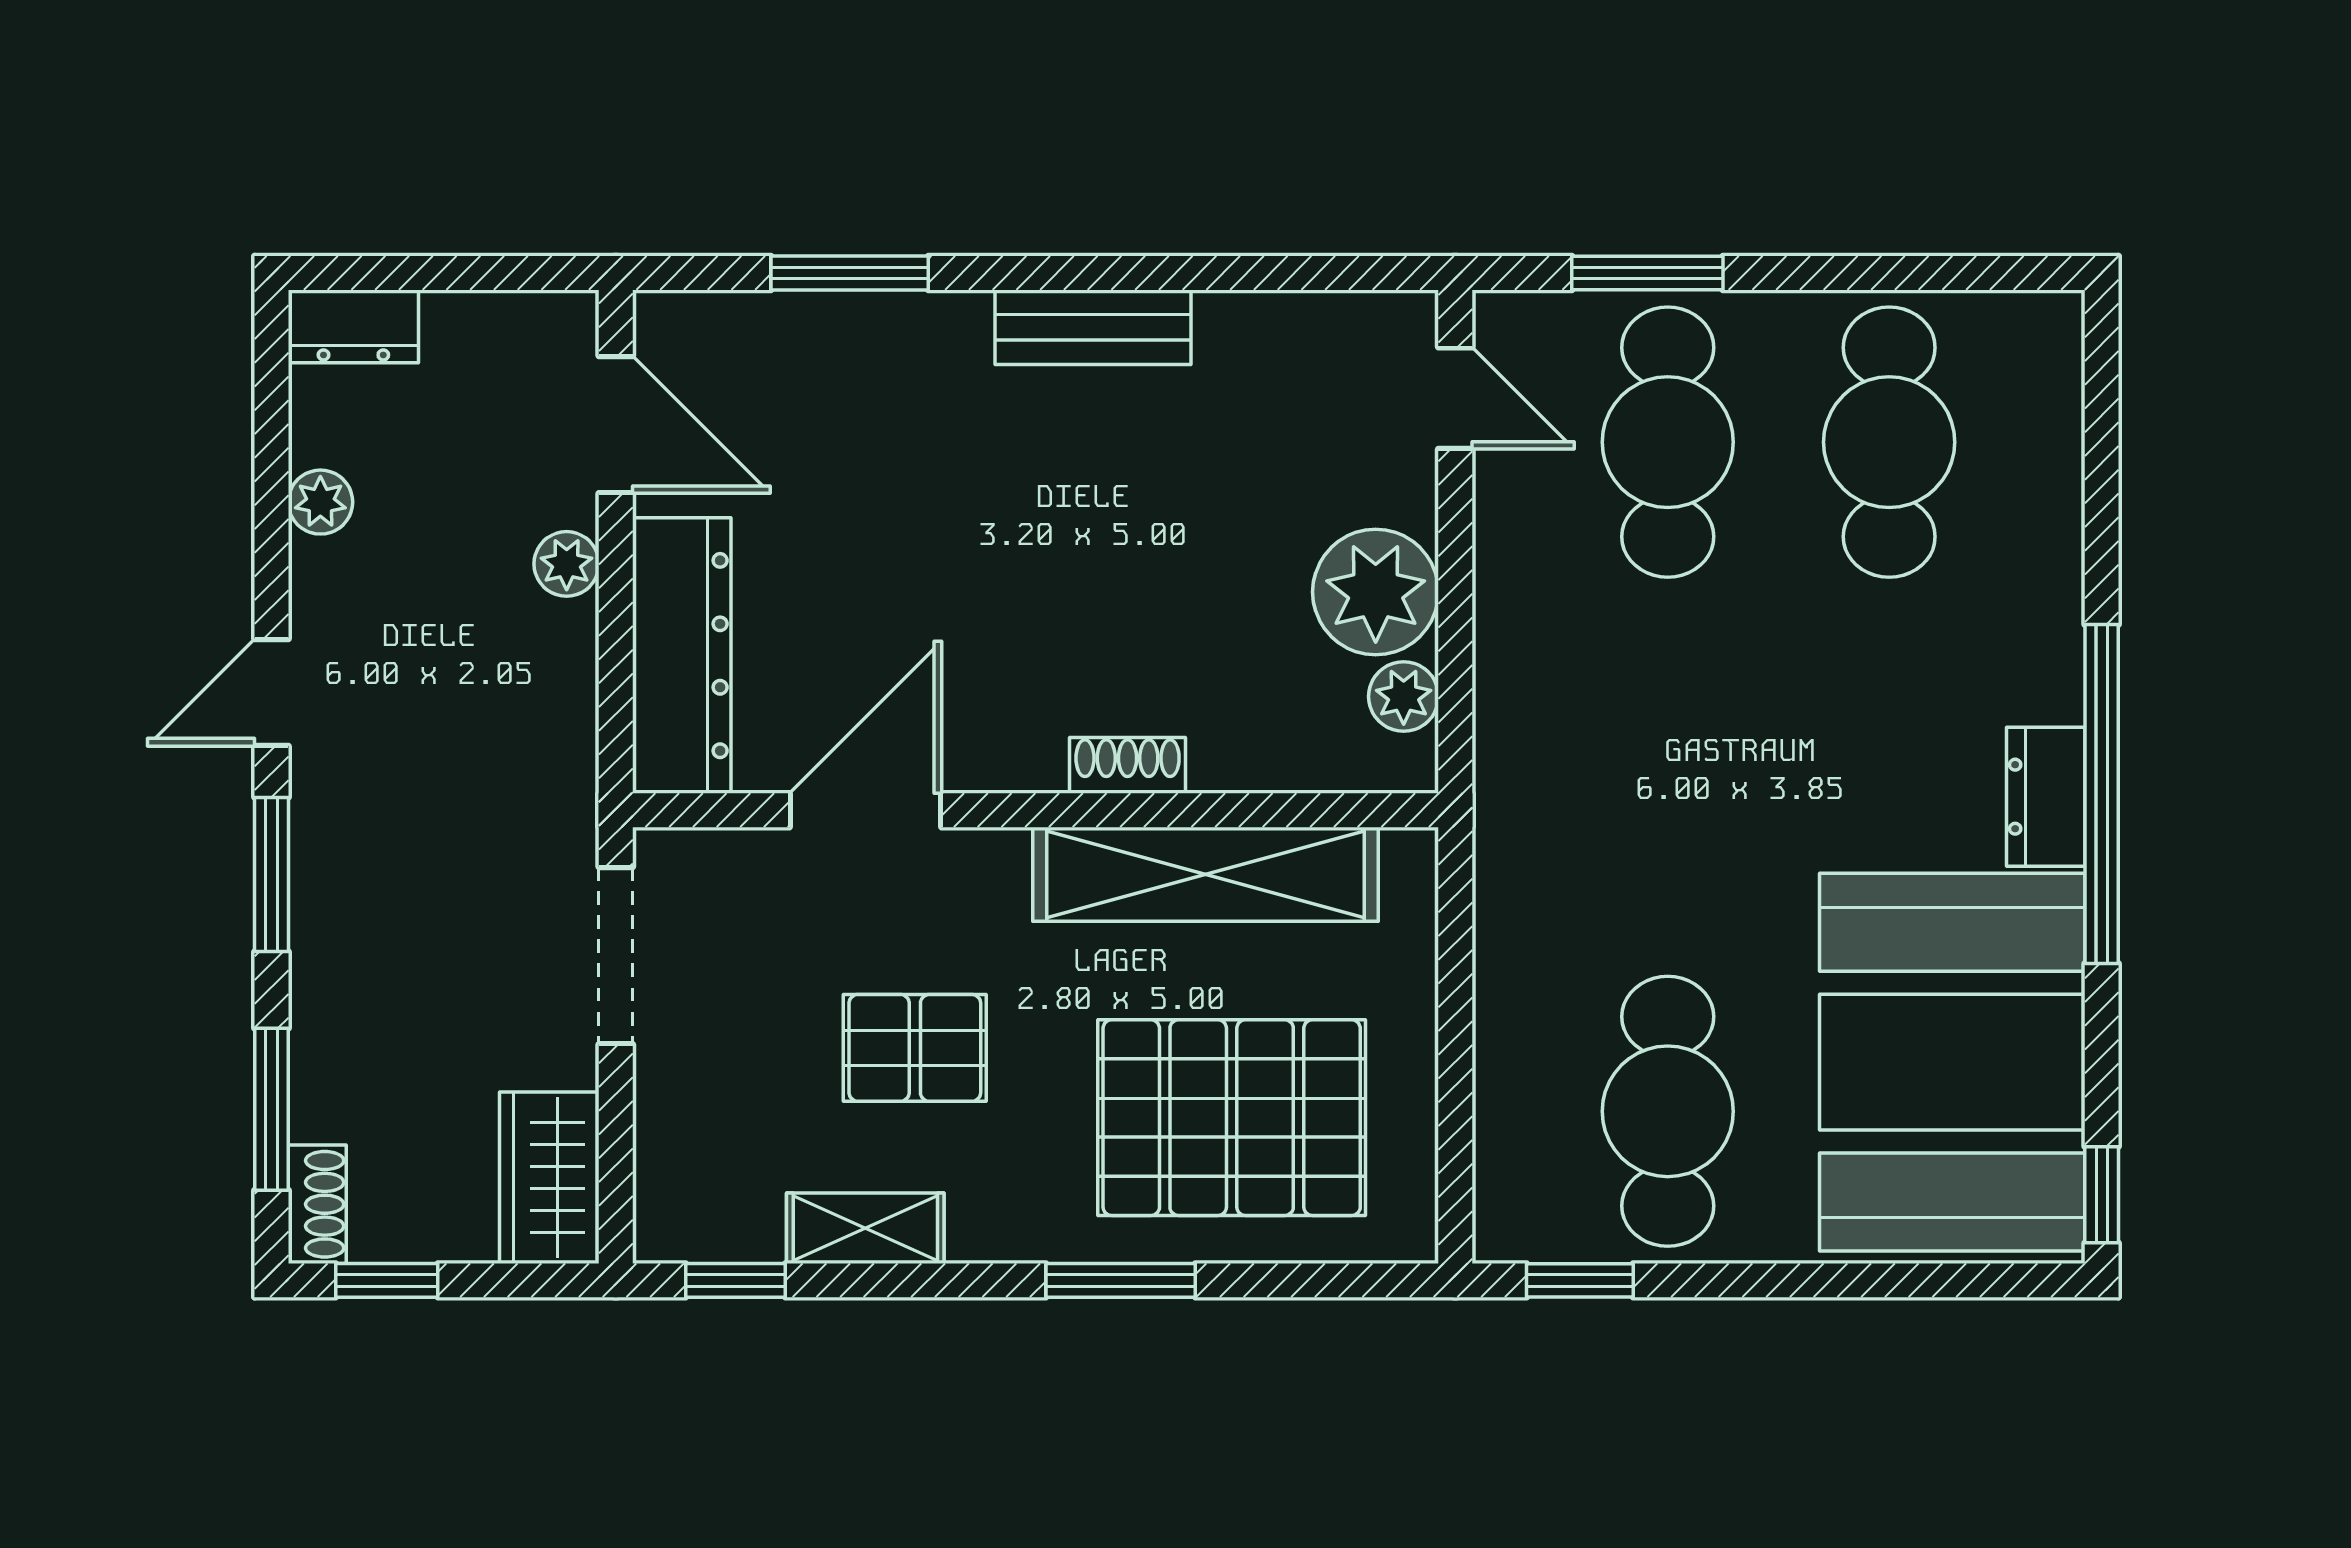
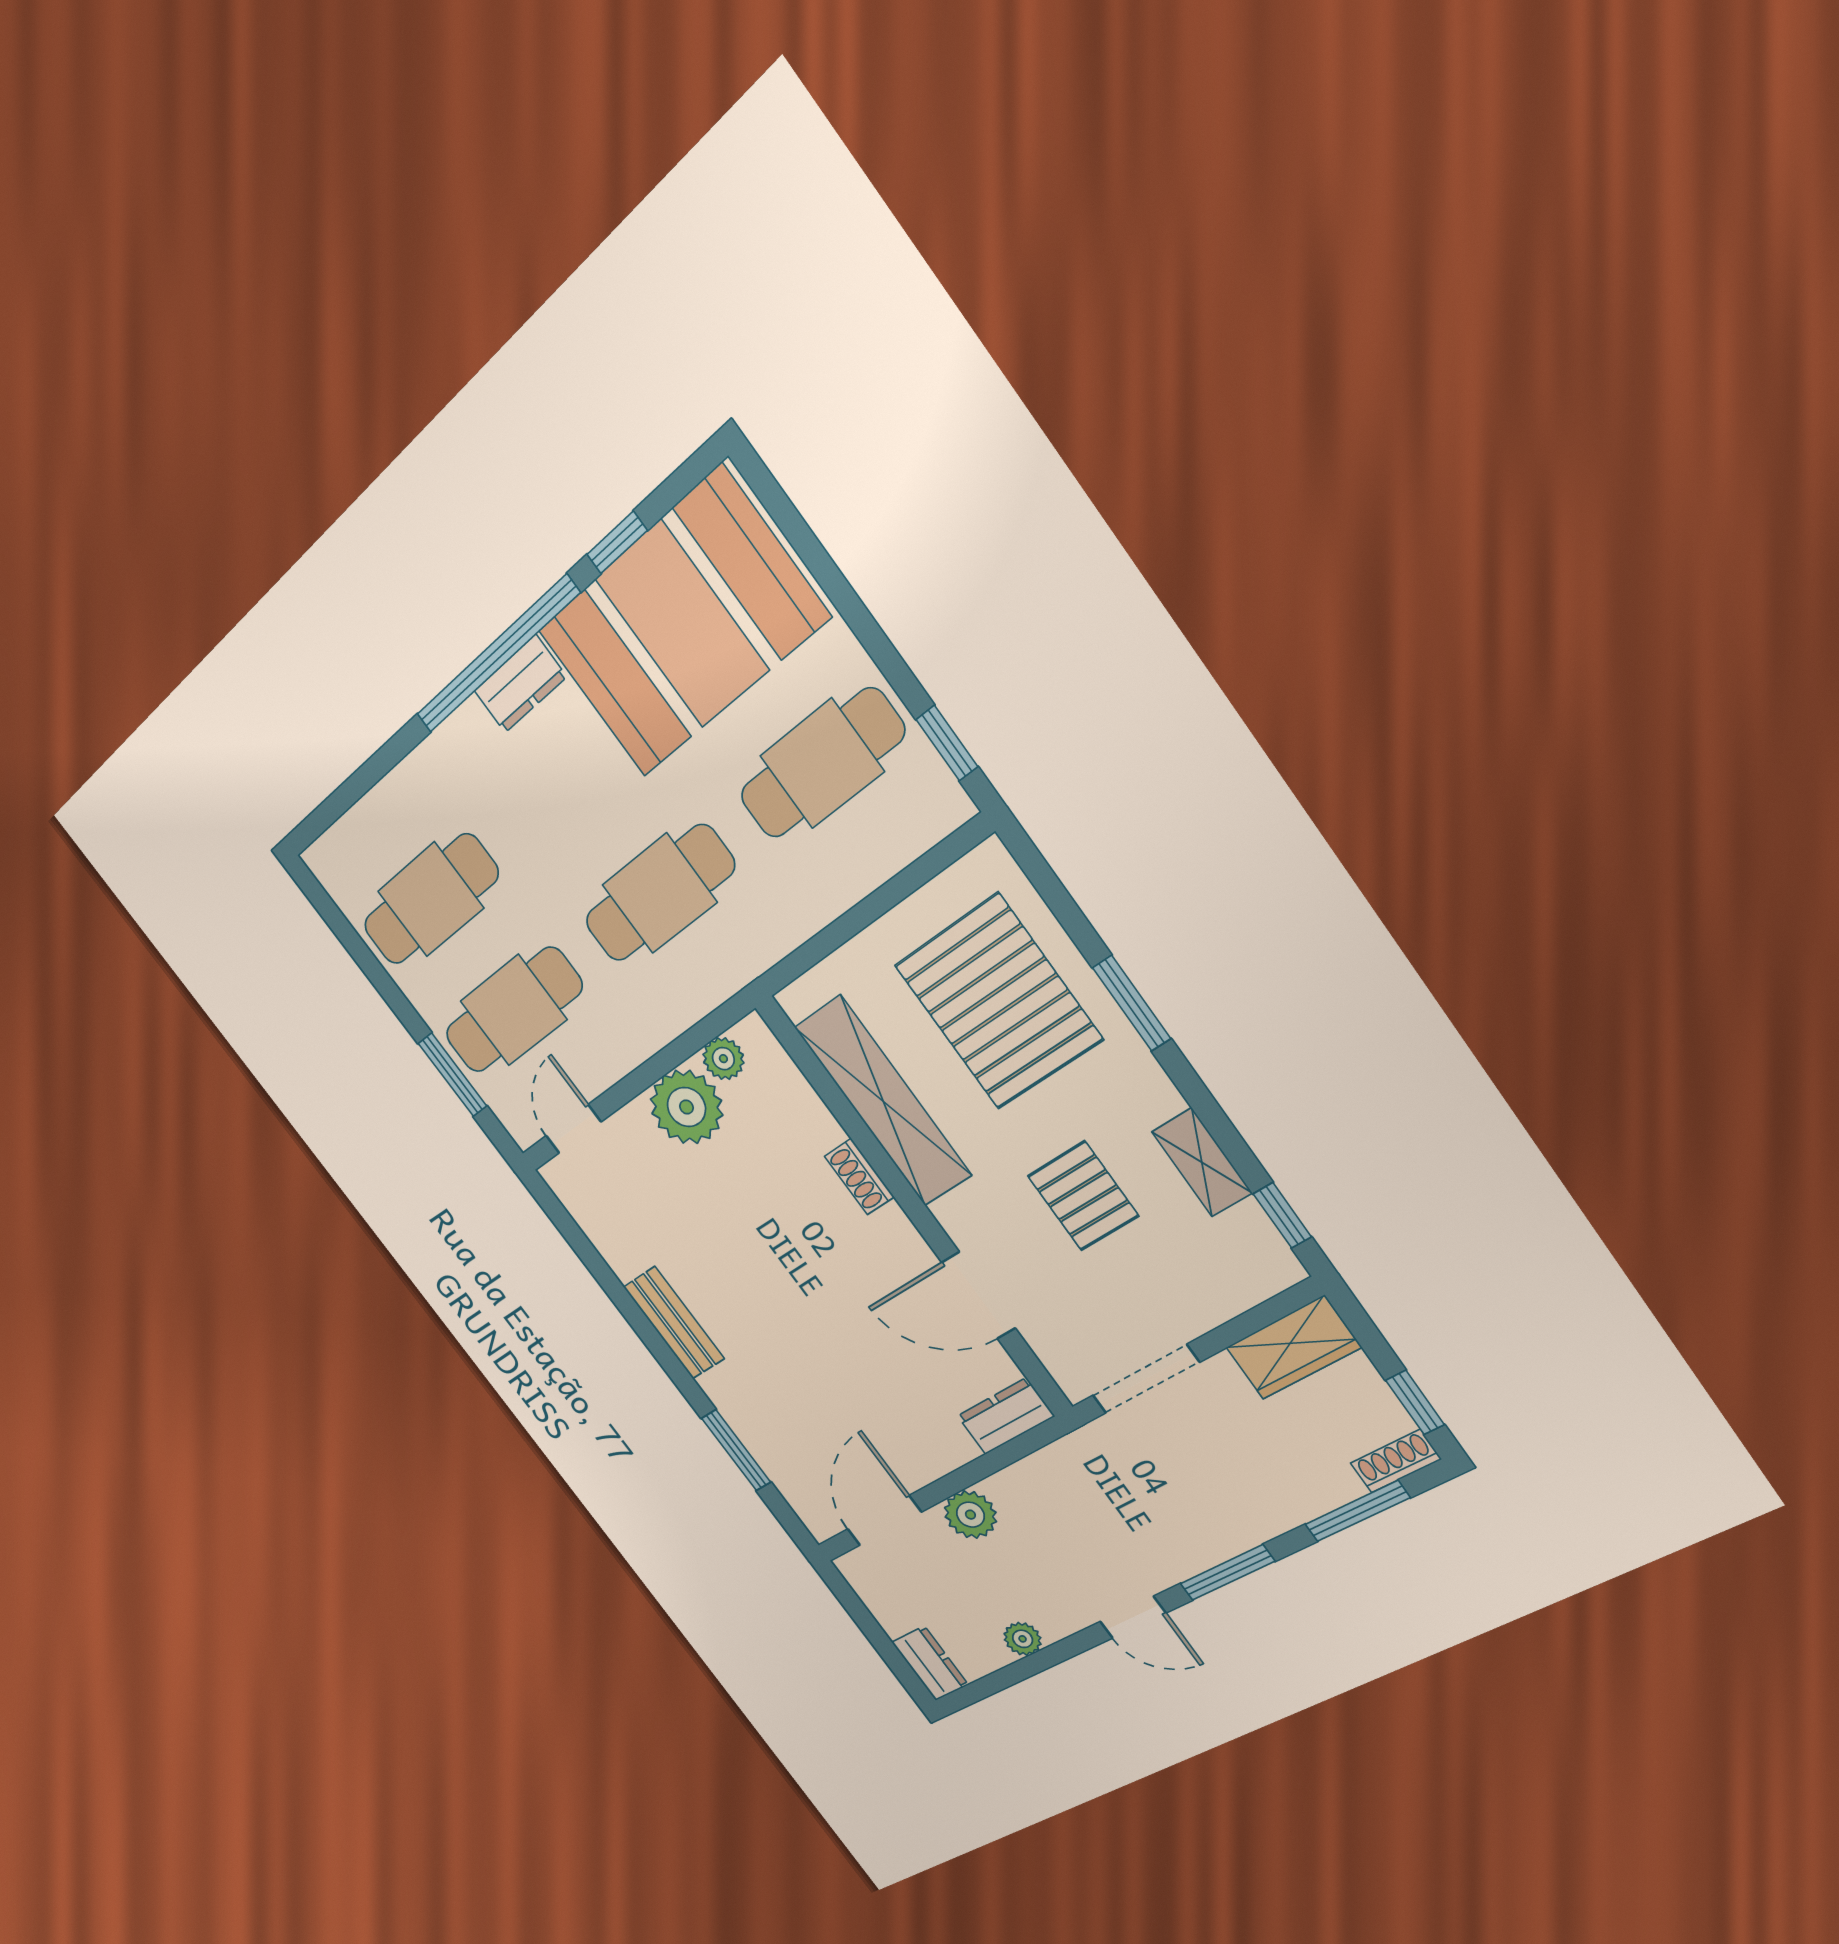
plant: (567, 564) -> (970, 1515), width x1.38, depth x1.38
dresser: (682, 656) -> (1006, 1416), width x0.51, depth x0.80
cafe table: (1668, 777) -> (659, 894), added
window: (2102, 1195) -> (617, 542), moved

